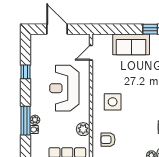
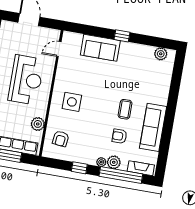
reception desk: (64, 88) -> (26, 80), turned 180
armchair: (108, 140) -> (61, 139), turned -84

